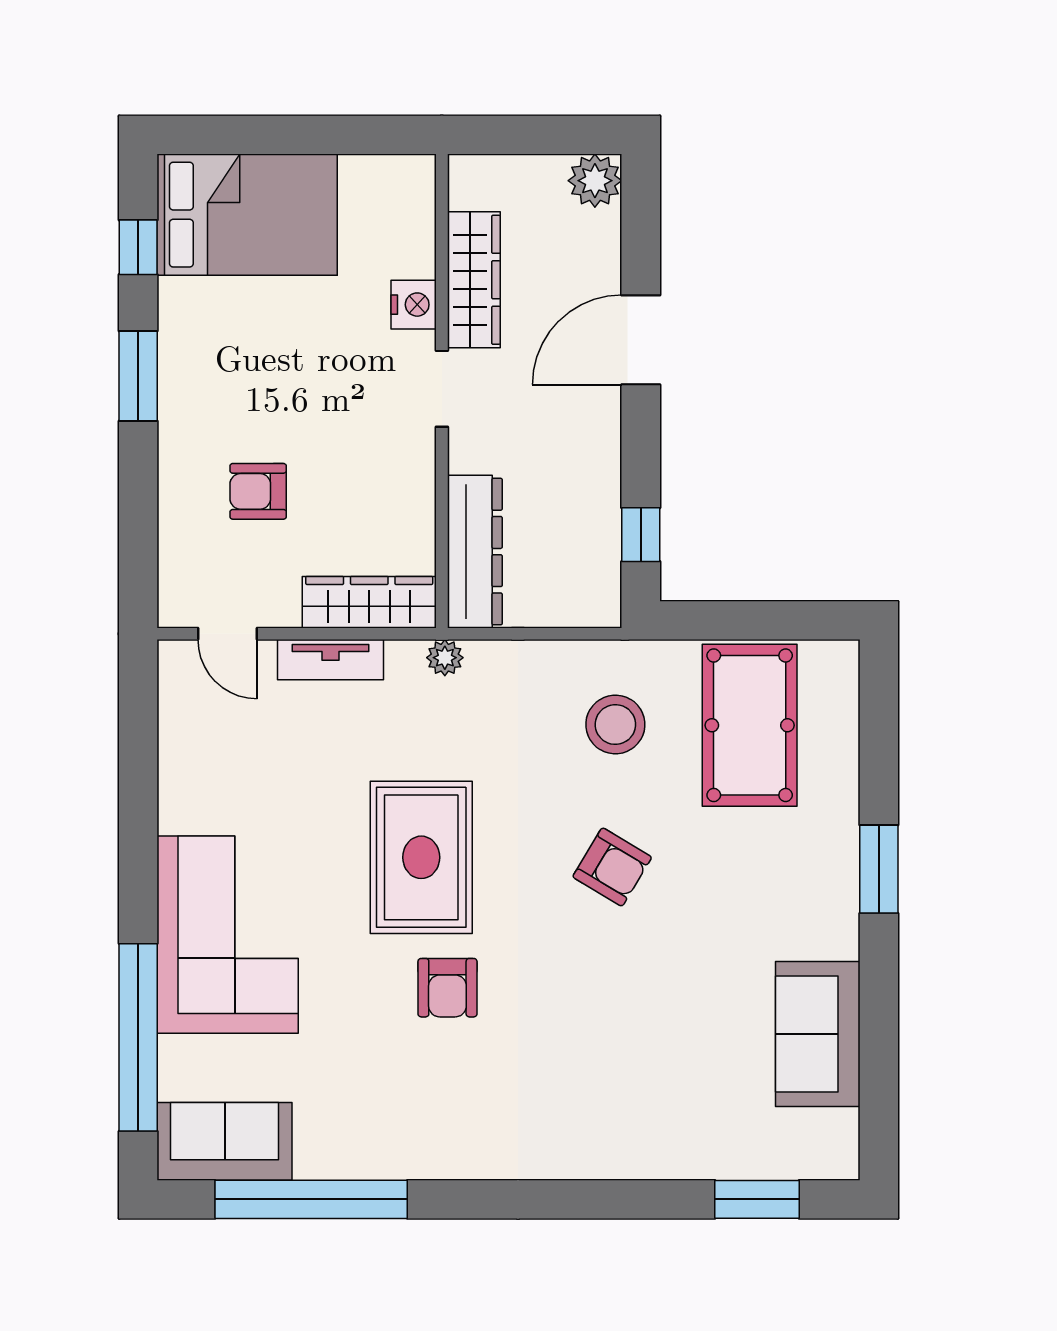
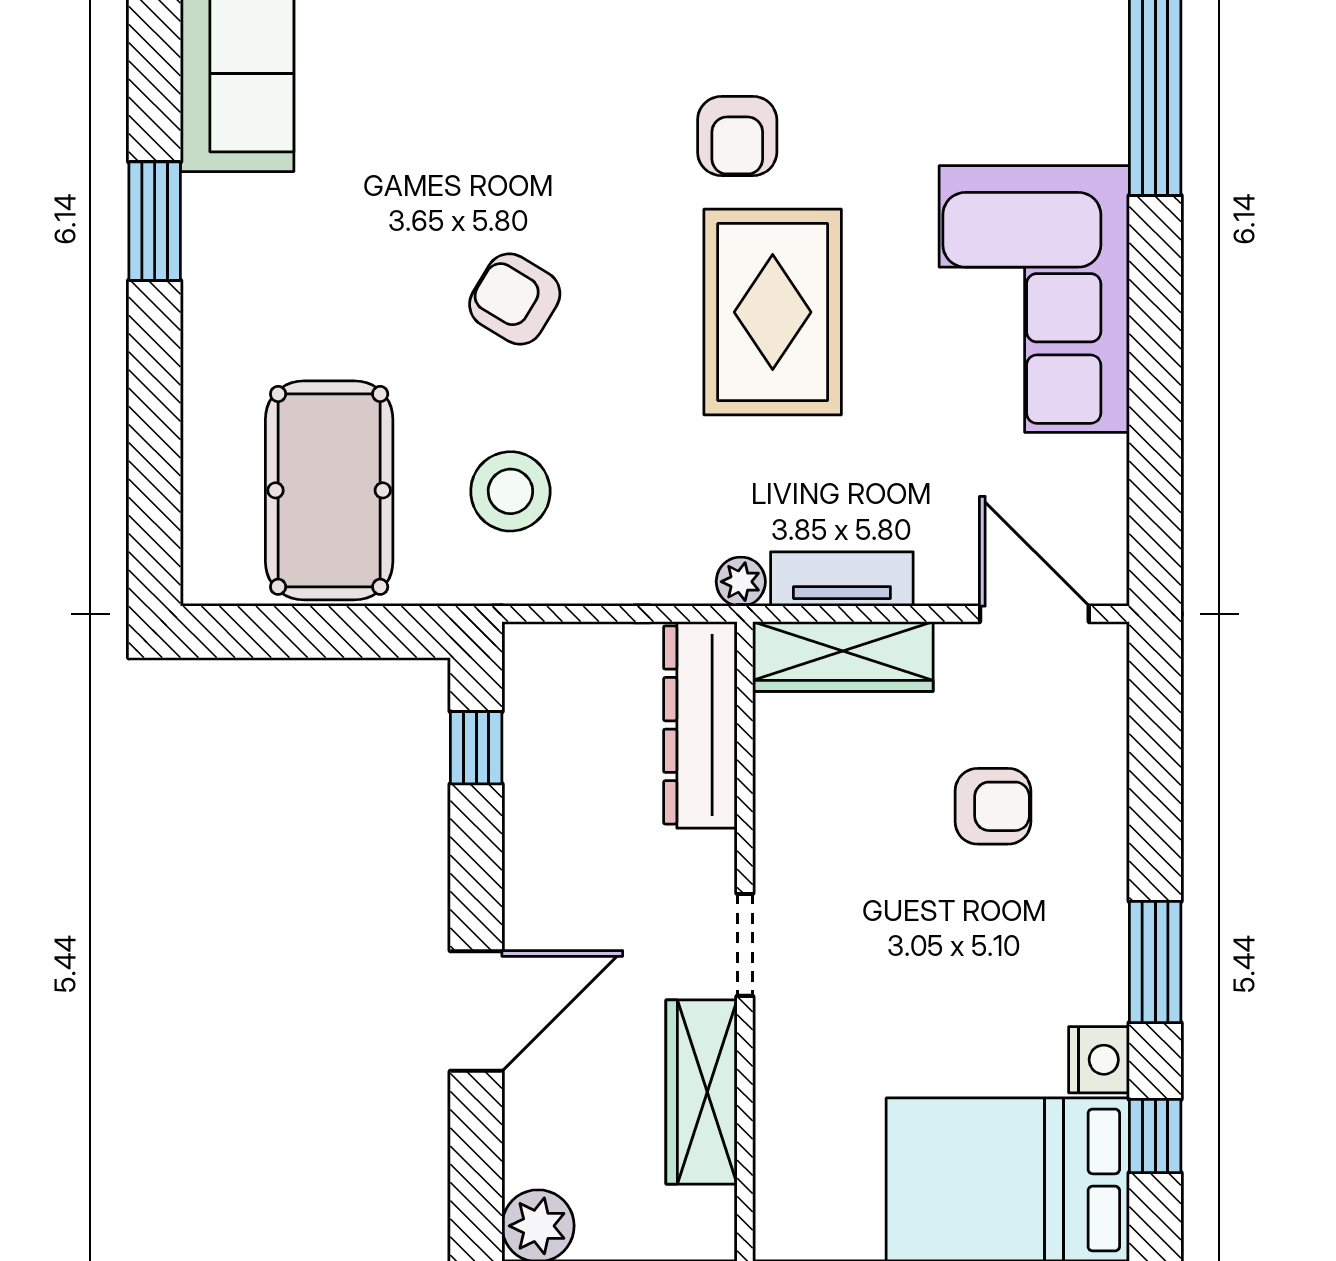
nightstand: (414, 305) -> (1099, 1060), moved, turned 180
door: (227, 634) -> (1034, 614), width x1.38
tv unit: (330, 660) -> (842, 579), moved
window: (879, 869) -> (155, 221), moved
corner sofa: (228, 935) -> (1034, 299), moved
armchair: (447, 988) -> (737, 136), turned 180

